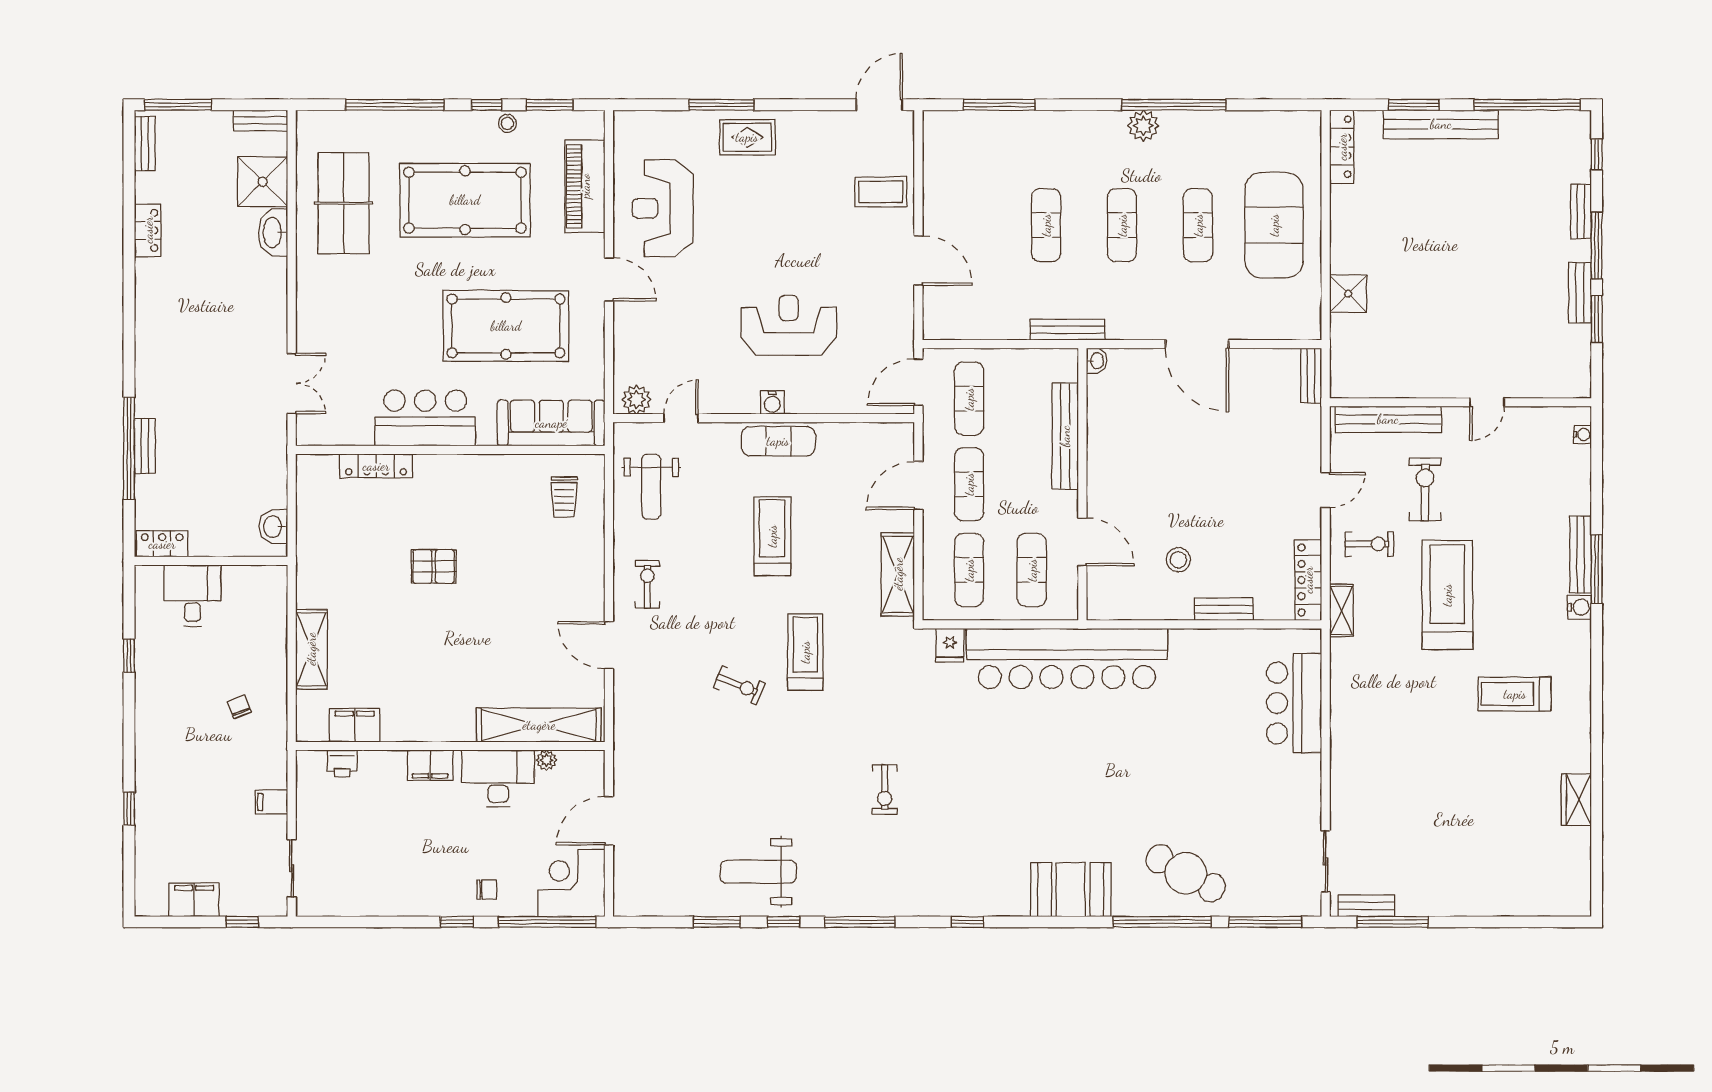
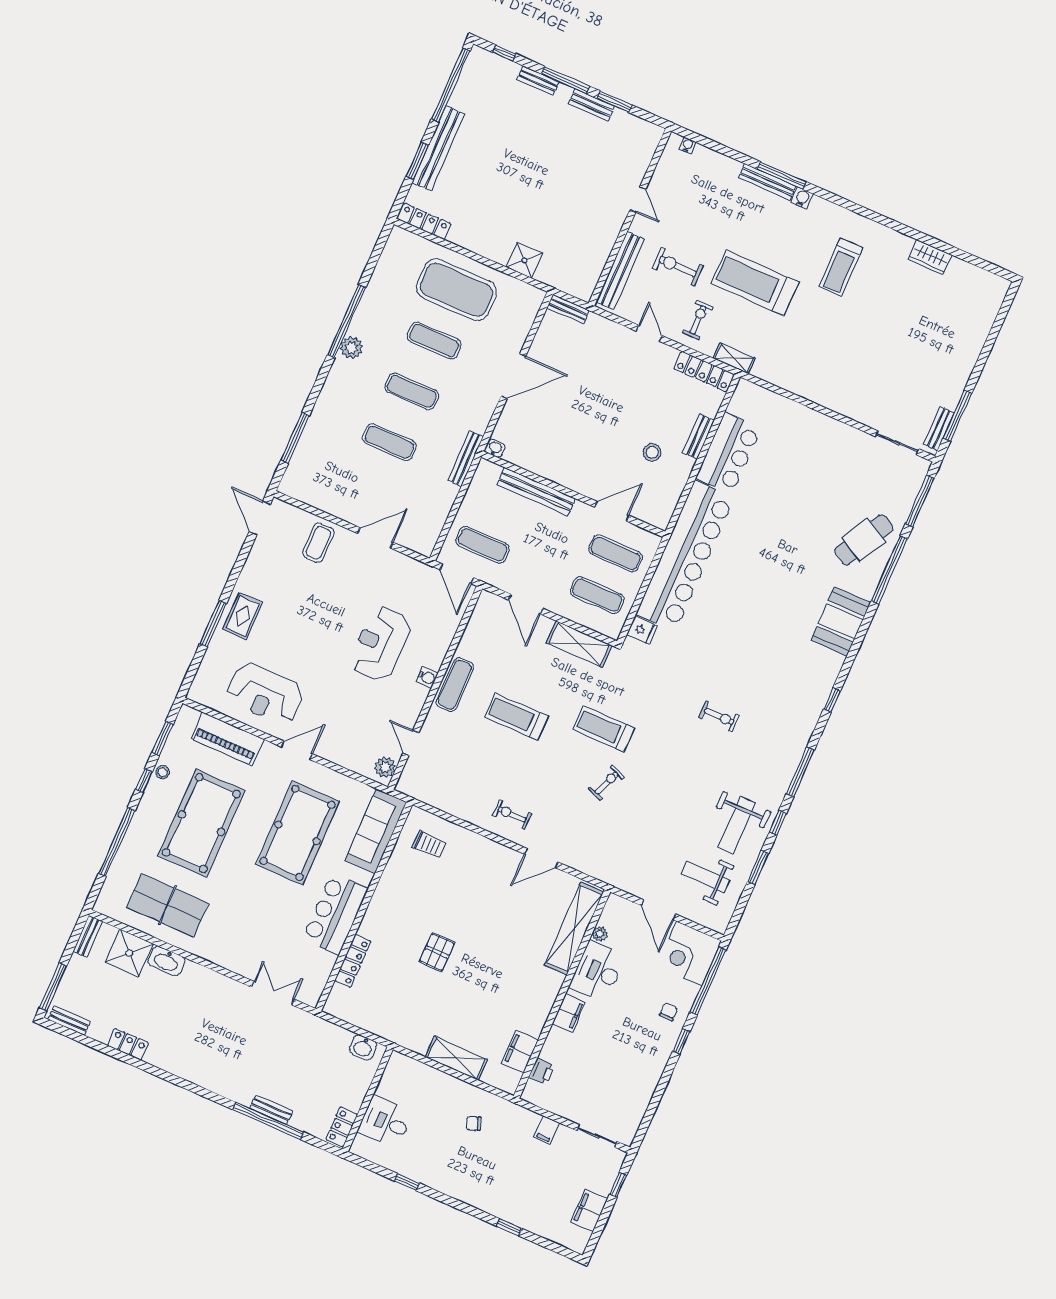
exercise mat: (969, 484) -> (540, 570), removed
weight bench: (651, 487) -> (705, 877), moved, turned 180
bar counter: (1294, 703) -> (728, 453), moved, turned -90

